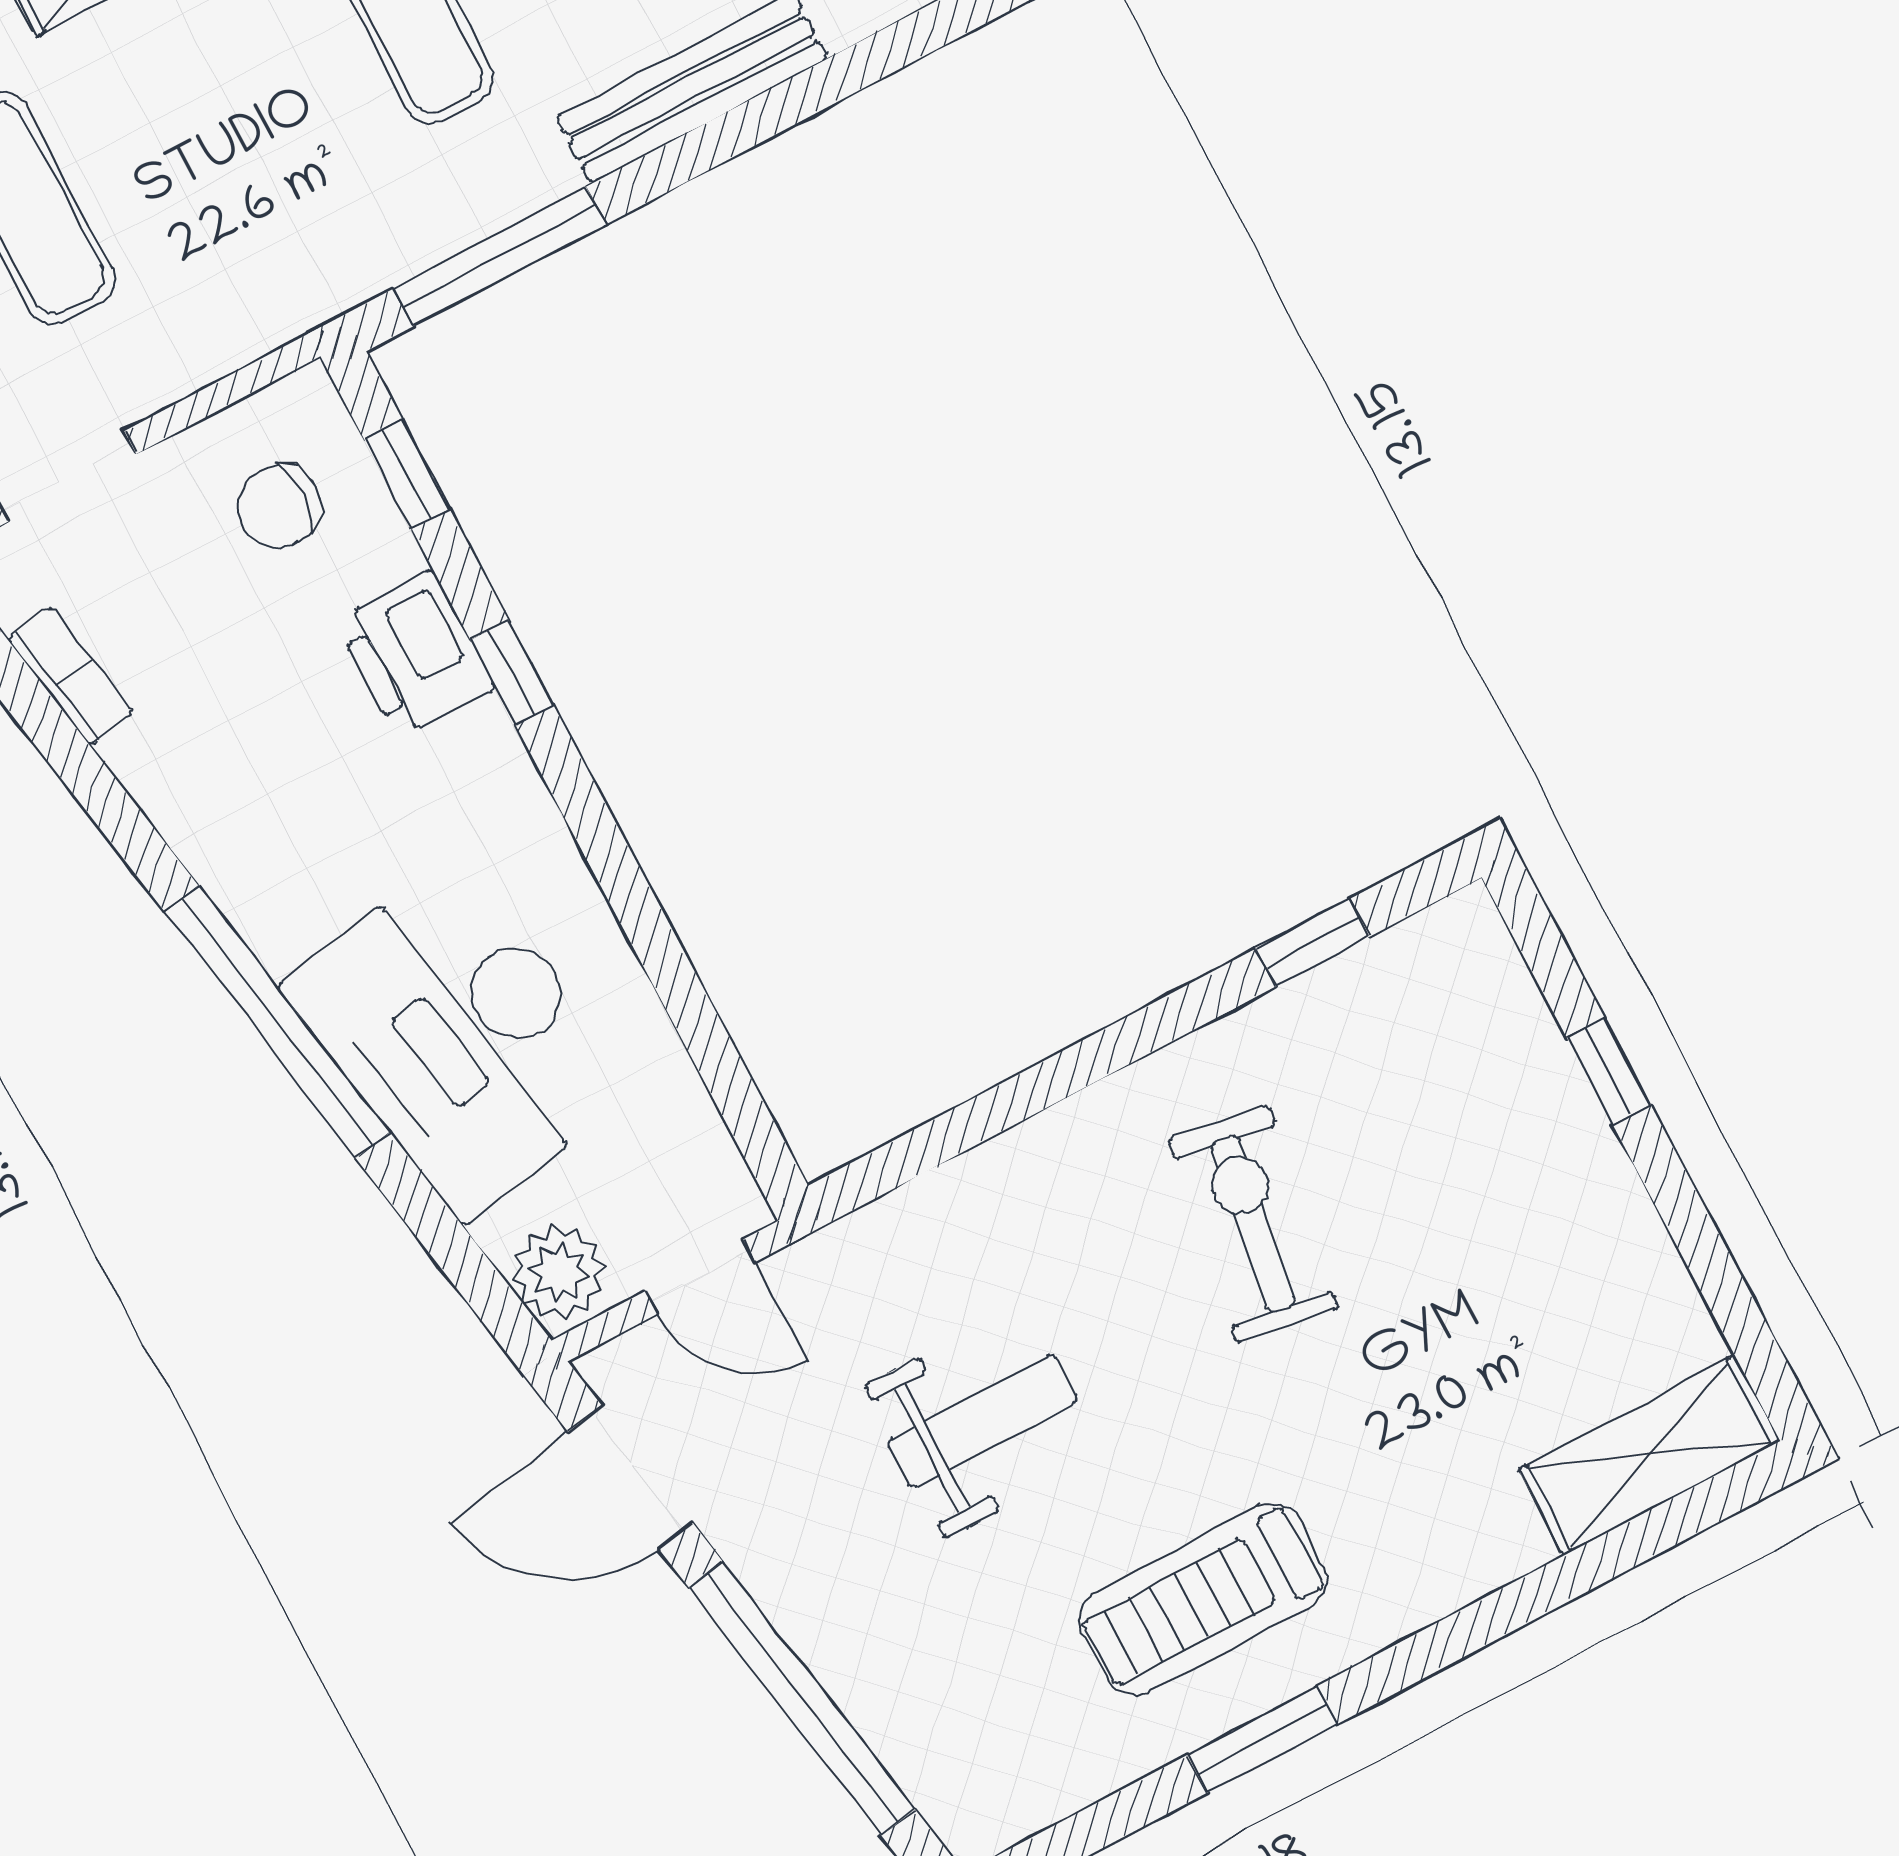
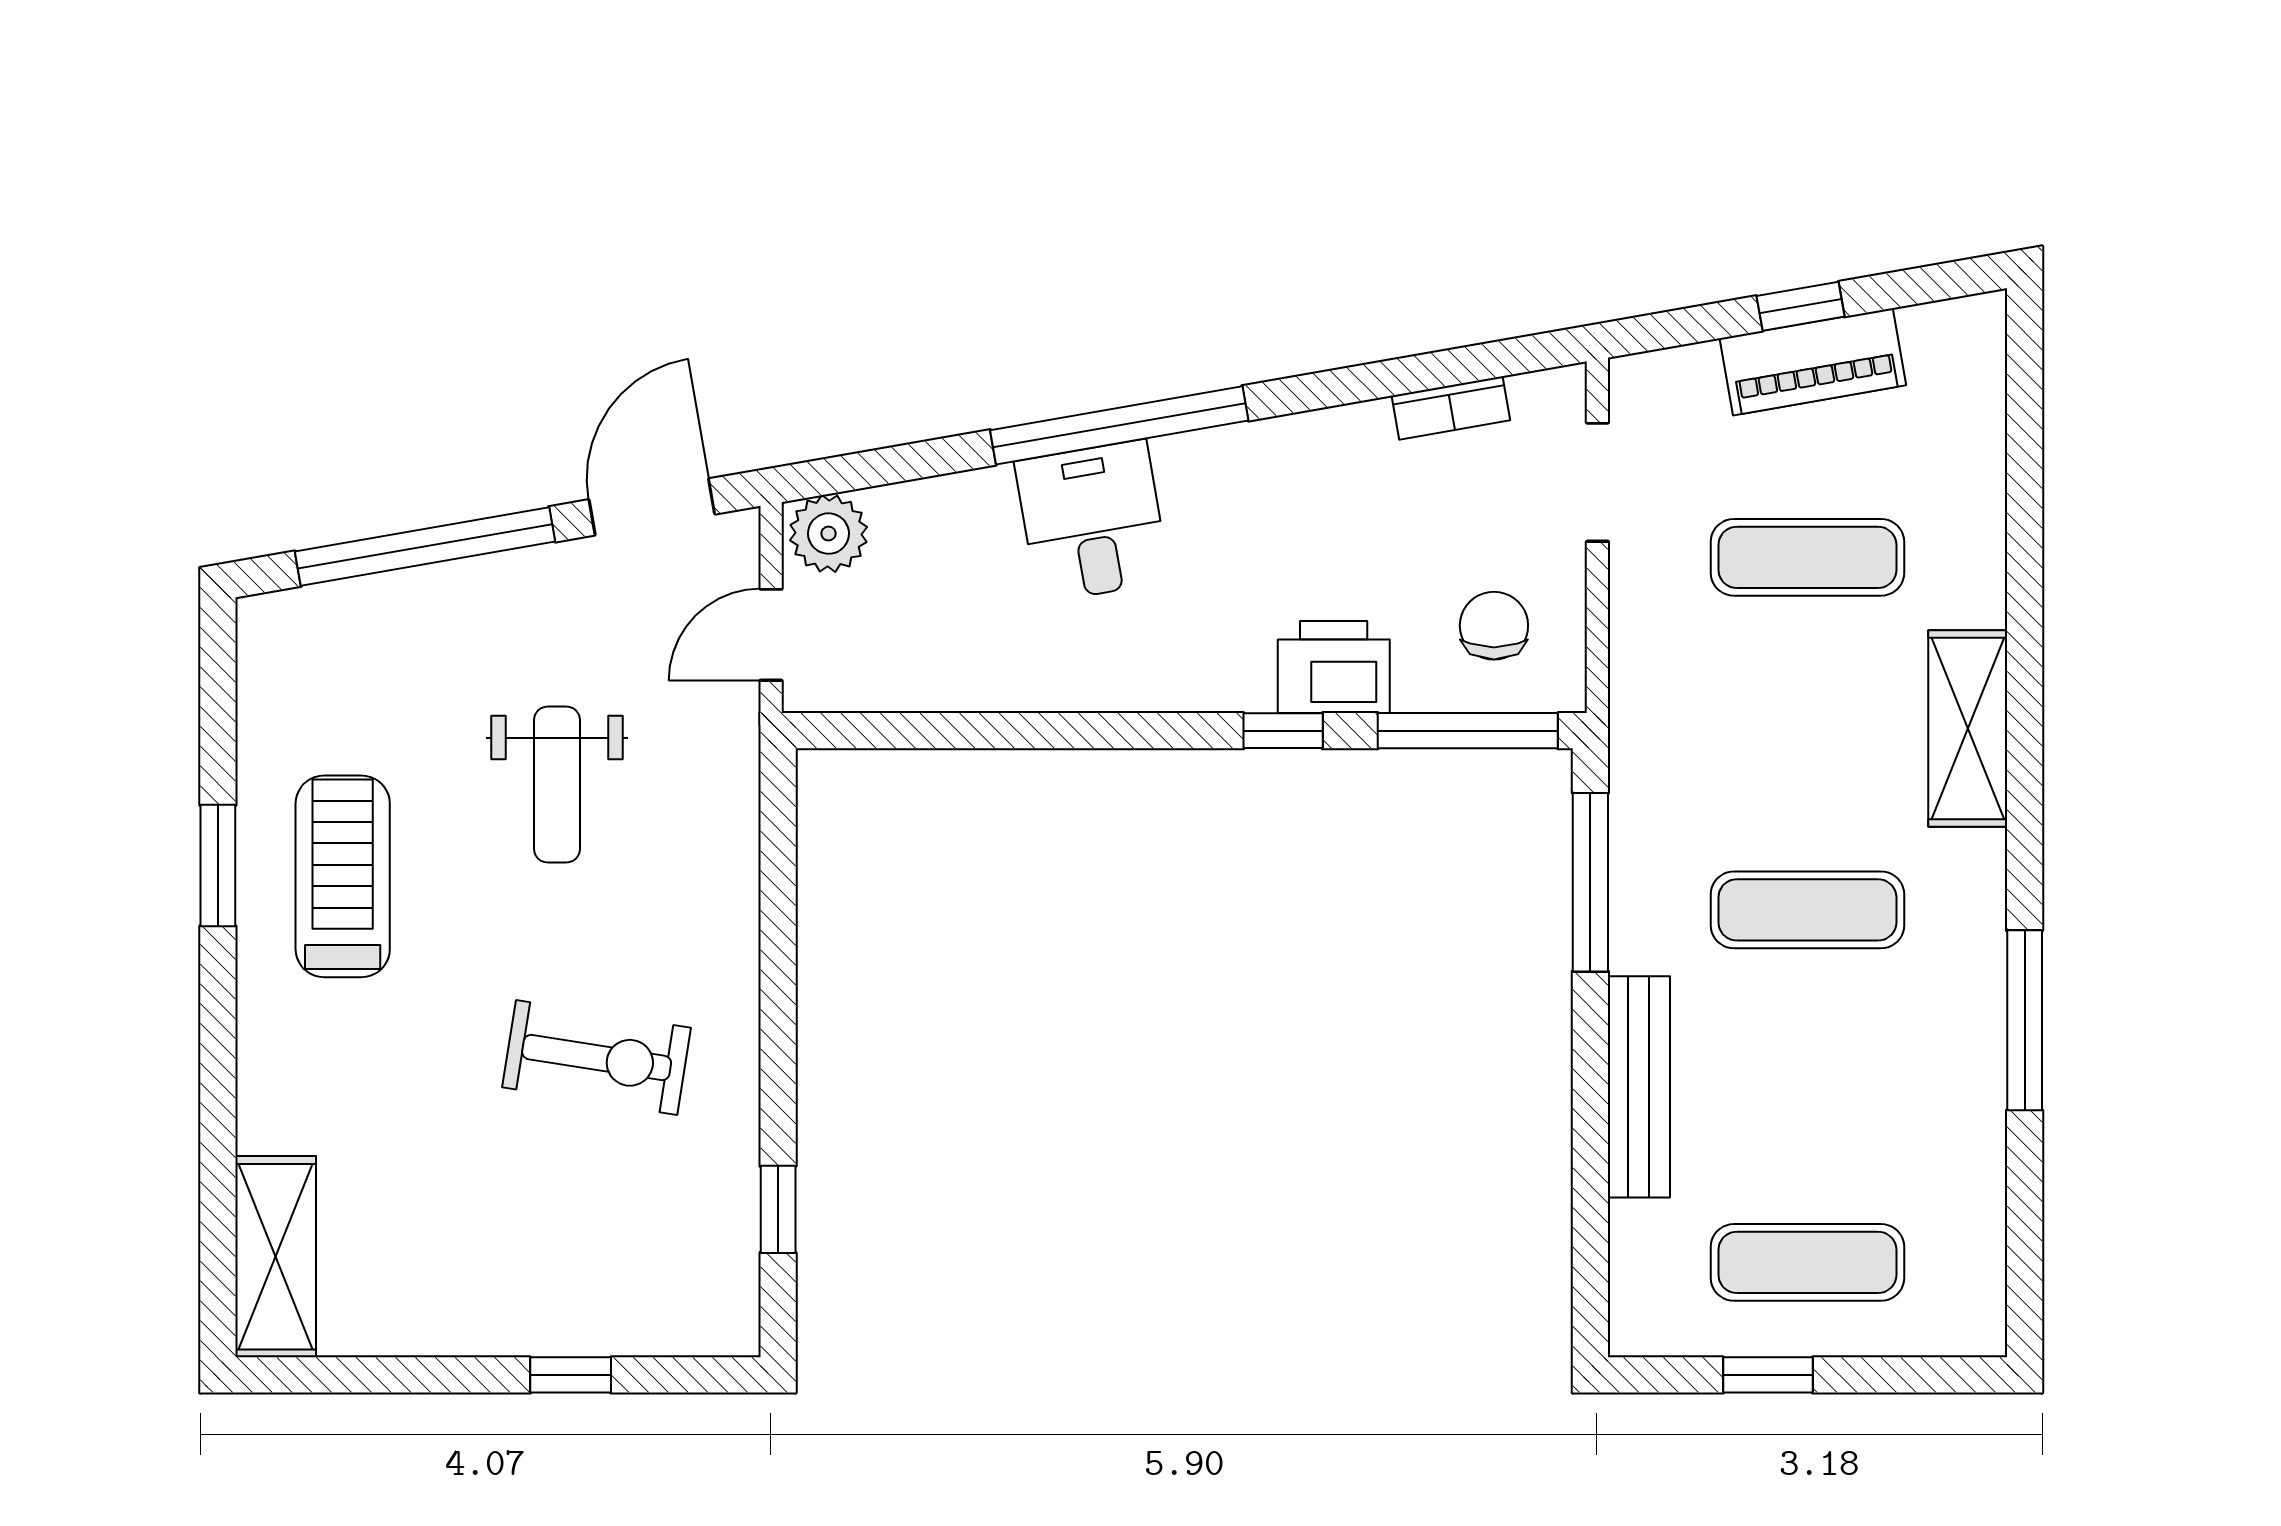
window: (407, 474) -> (1468, 731), width x2.17
desk: (460, 1036) -> (1092, 521), width x0.53, depth x0.77

